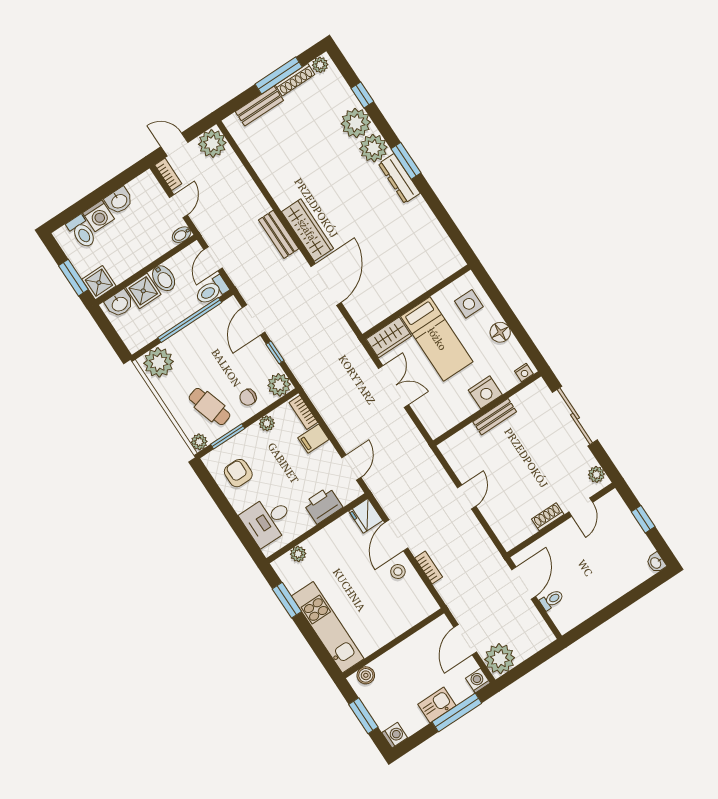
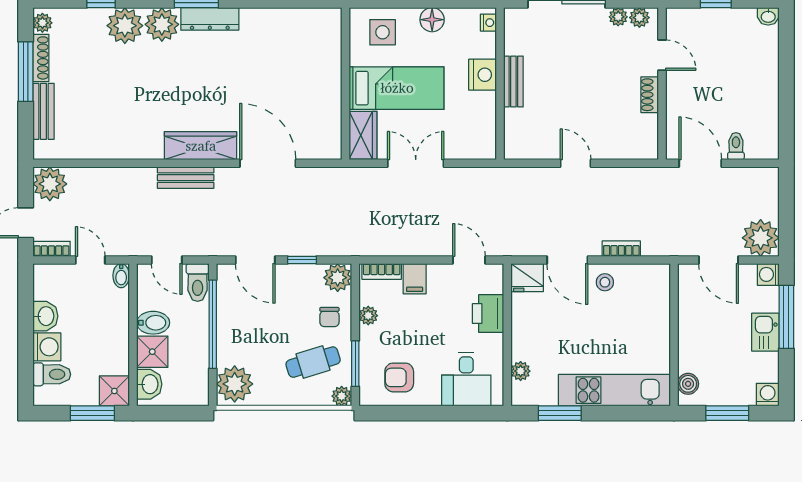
plant: (587, 459) -> (618, 17), added

